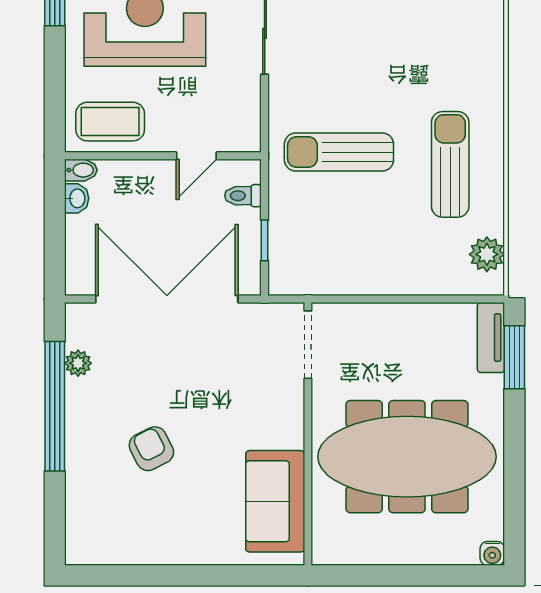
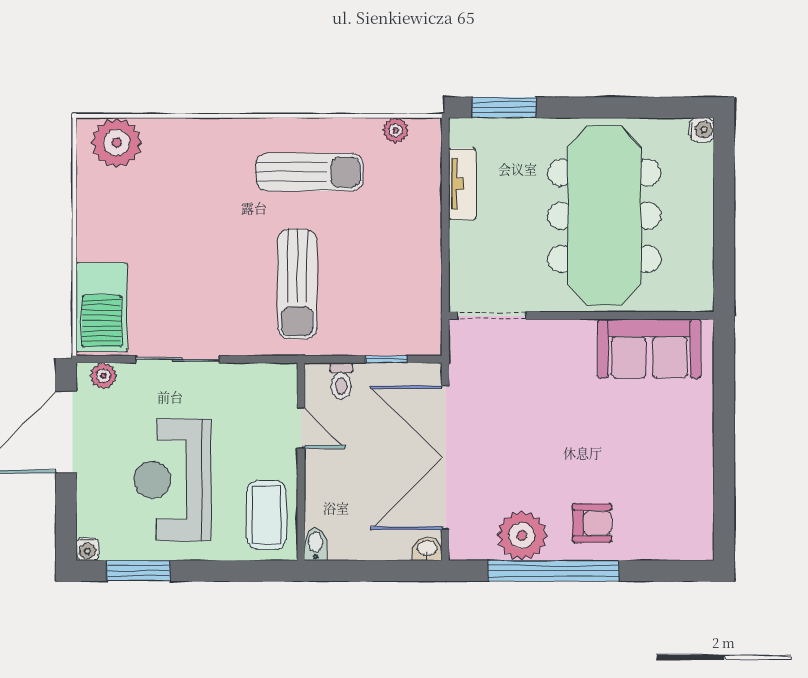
sun lounger: (450, 164) -> (310, 172), turned 180
washbasin: (77, 198) -> (427, 549), moved
plant: (487, 254) -> (396, 130), width x0.73, depth x0.73
tv unit: (491, 338) -> (462, 184), moved, turned -90
plant: (78, 363) -> (522, 536), width x1.87, depth x1.87
armchair: (151, 449) -> (592, 523), moved, turned -153

